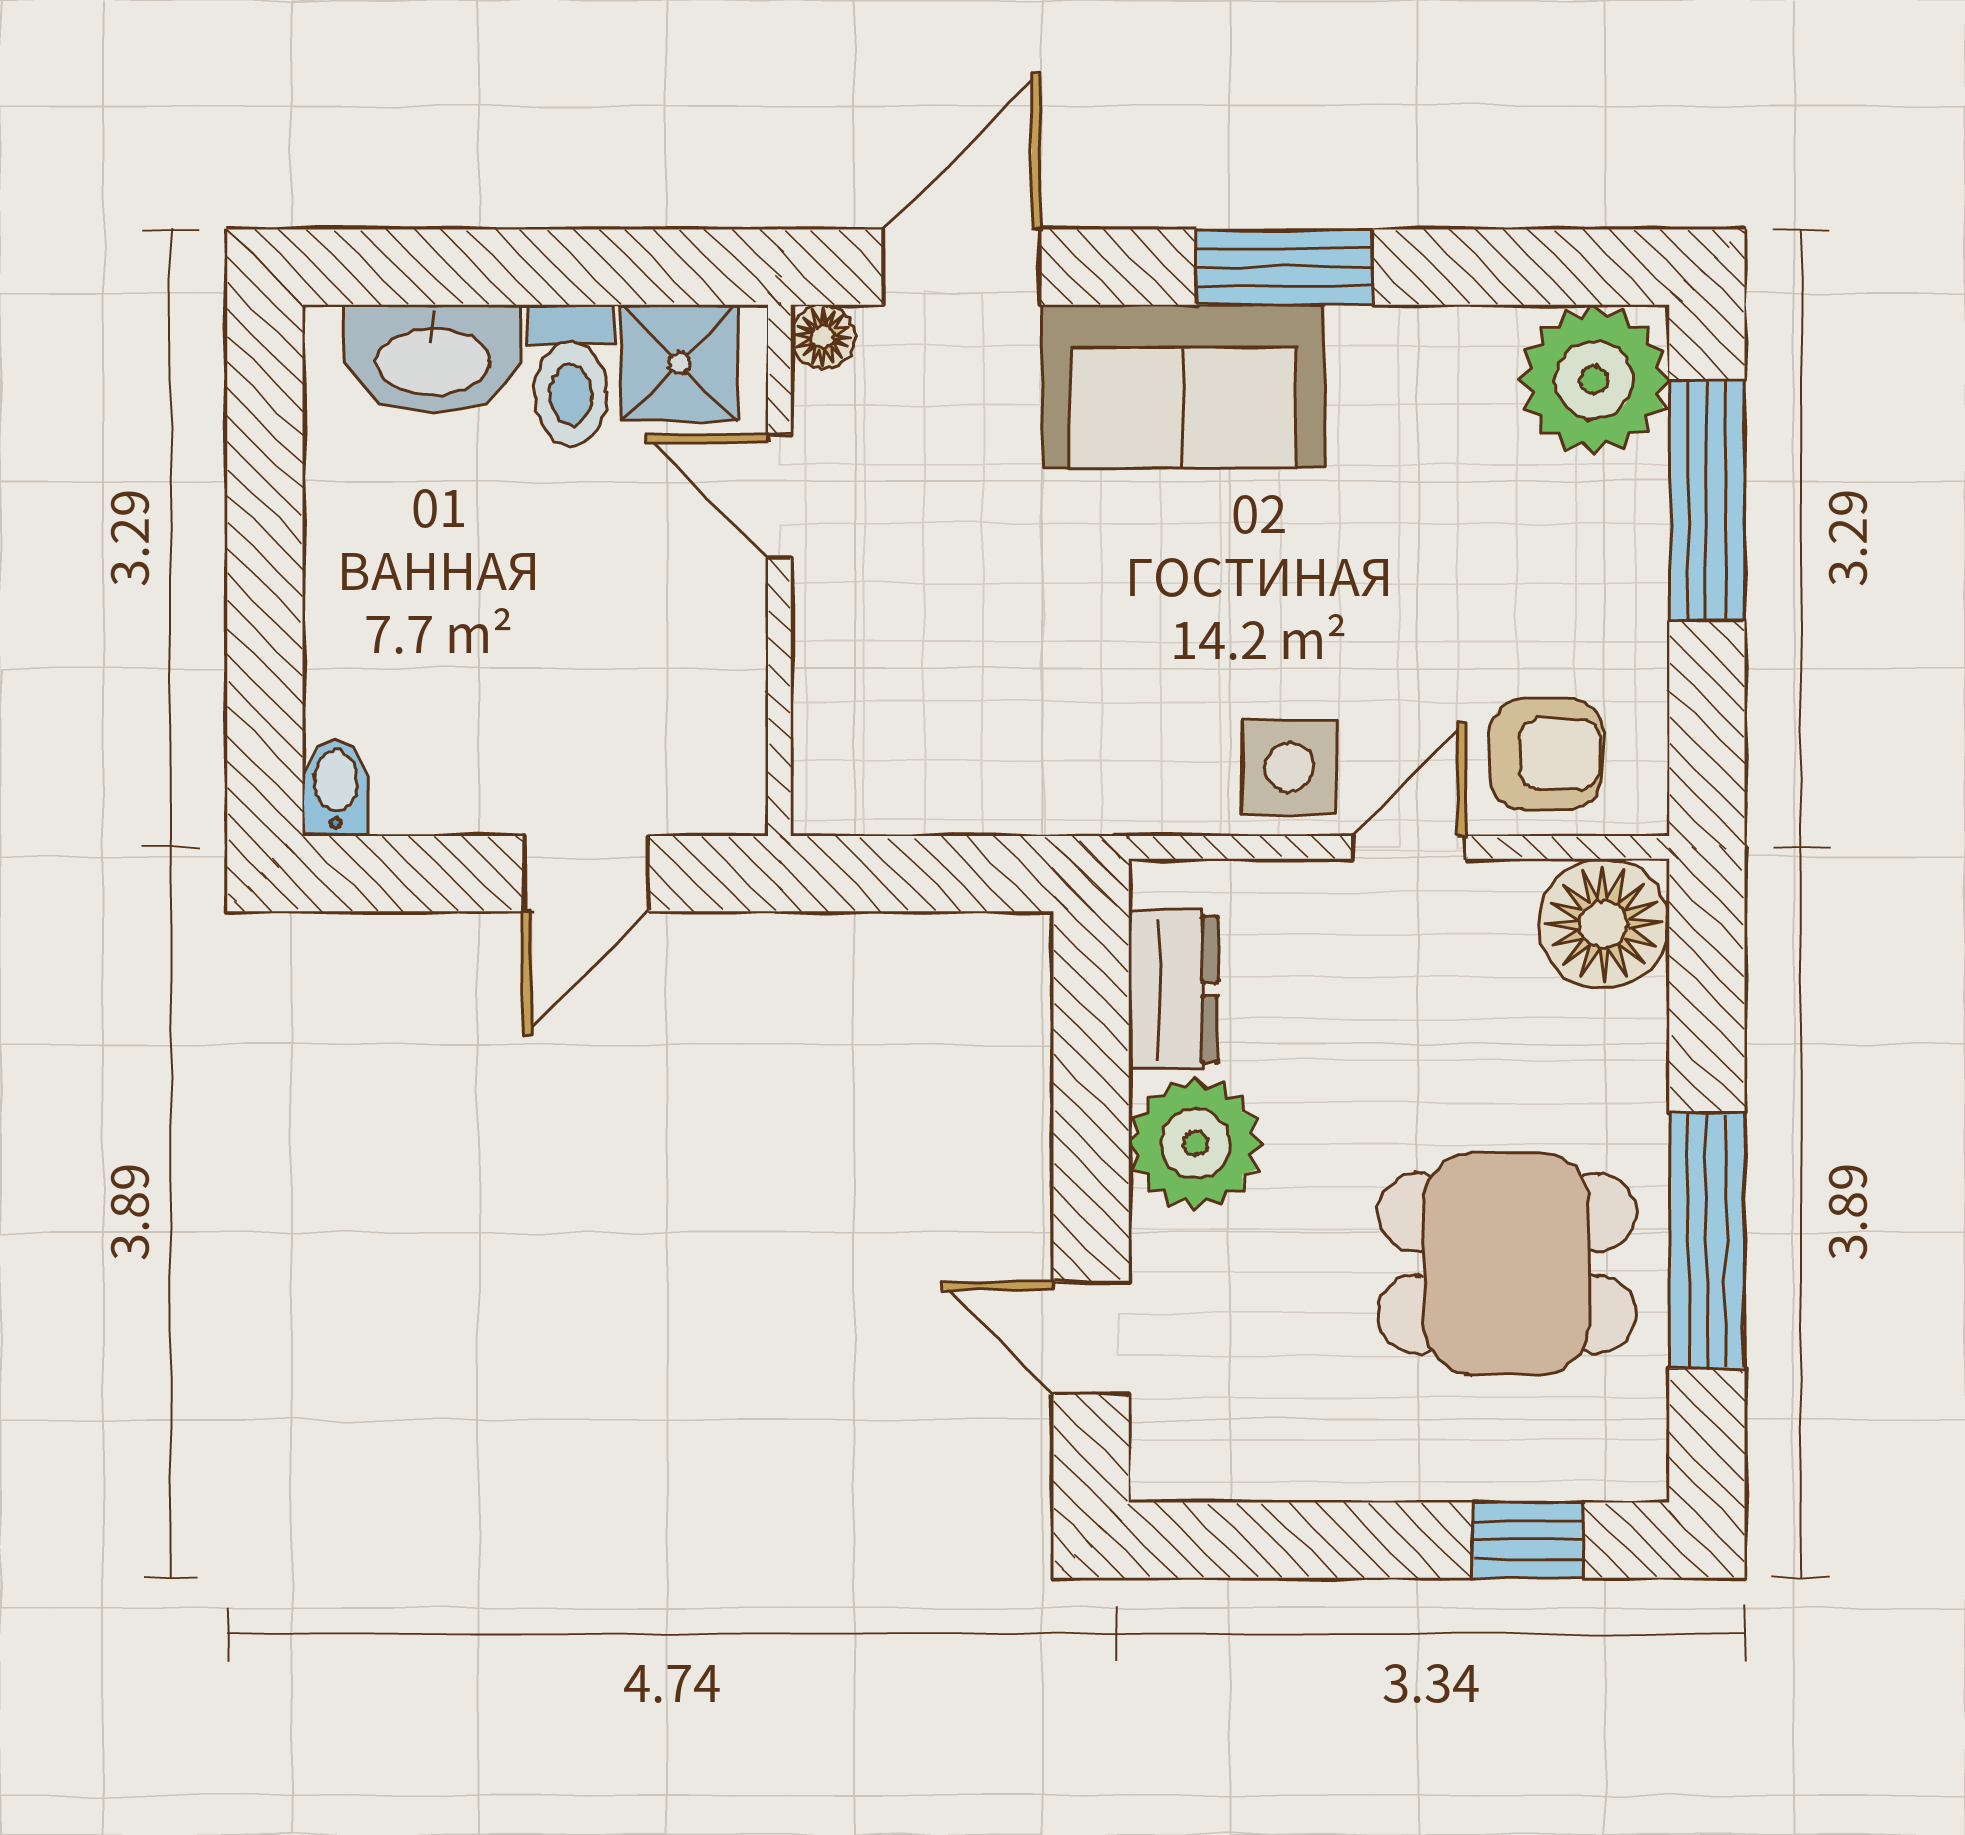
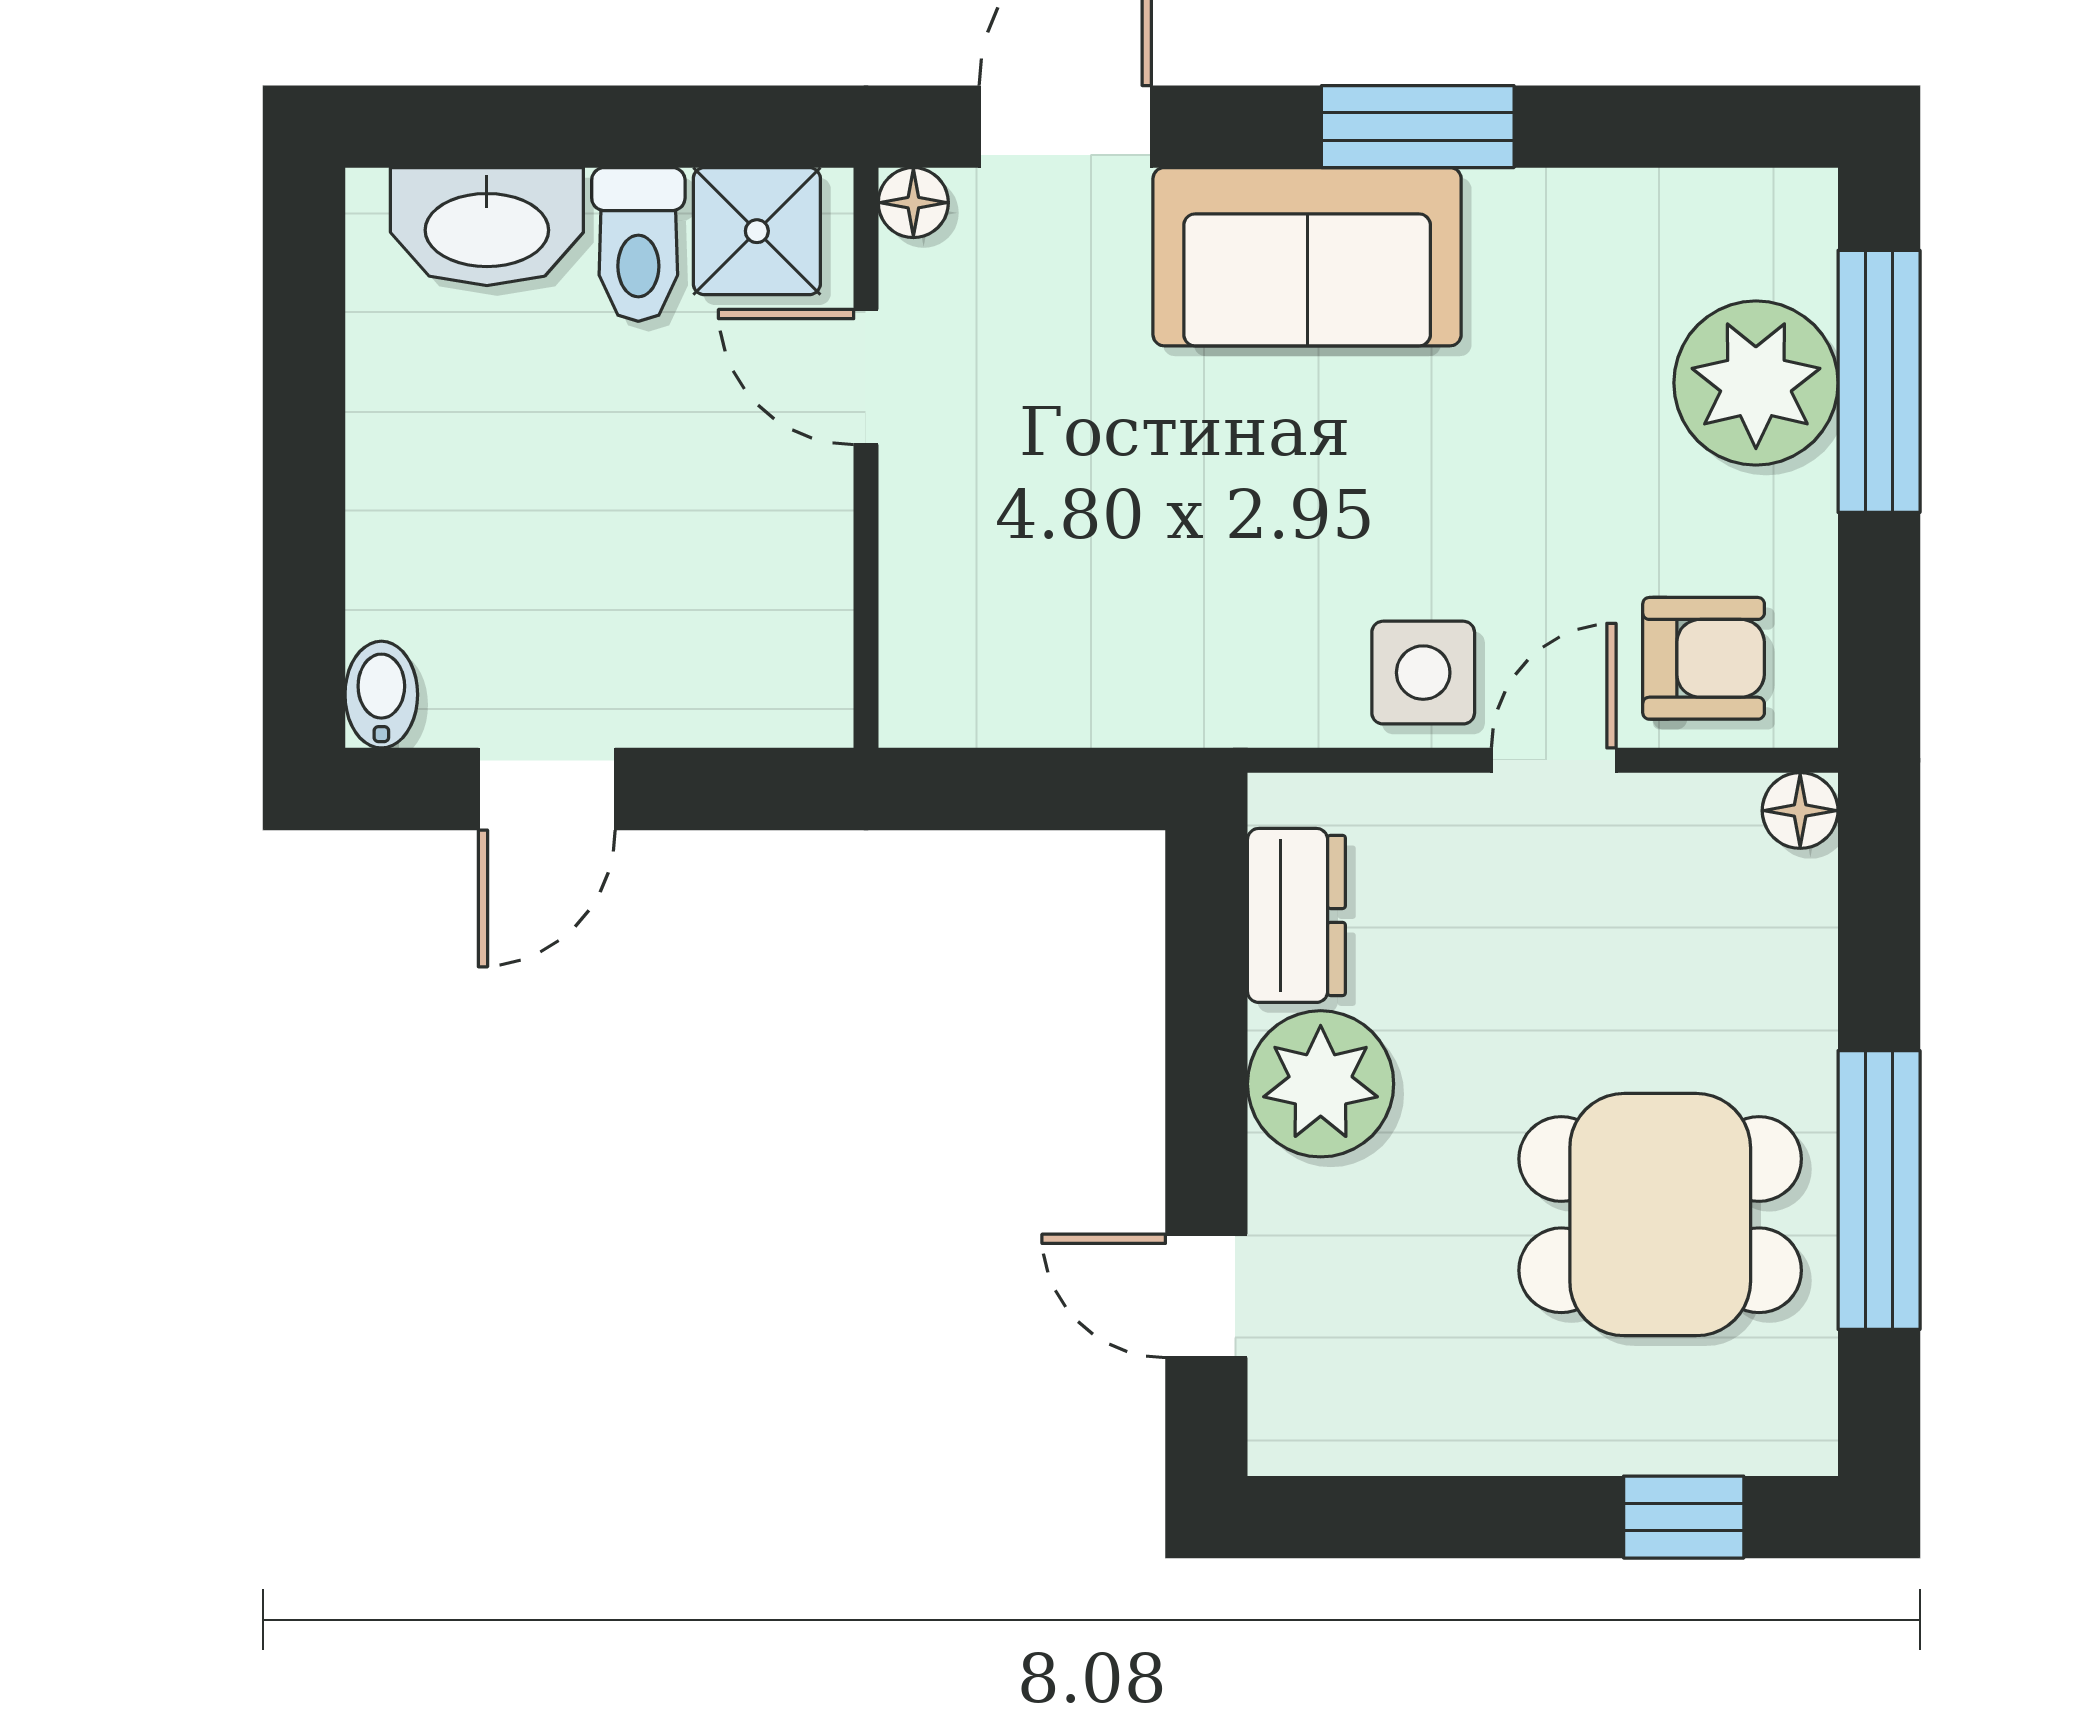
plant: (1594, 380) -> (1756, 383), moved
door: (586, 874) -> (547, 789), moved
floor lamp: (1604, 924) -> (1800, 811), width x0.53, depth x0.53

